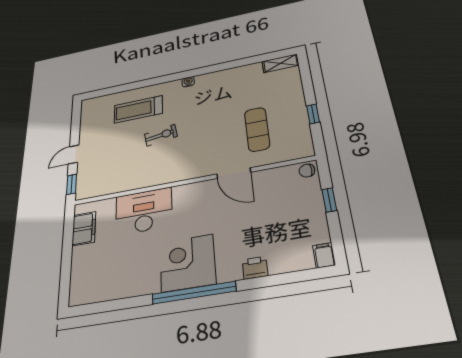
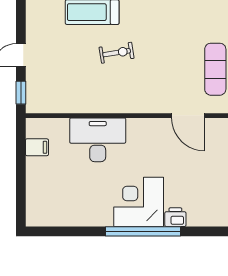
filing cabinet: (84, 229) -> (37, 147), width x0.50
printer: (255, 268) -> (175, 217), moved

